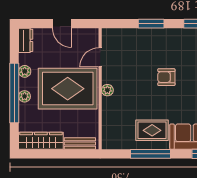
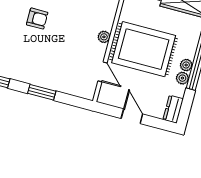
door: (100, 57) -> (103, 72), hinge flipped
armchair: (166, 77) -> (37, 19), moved
plant: (25, 96) -> (186, 65), moved

